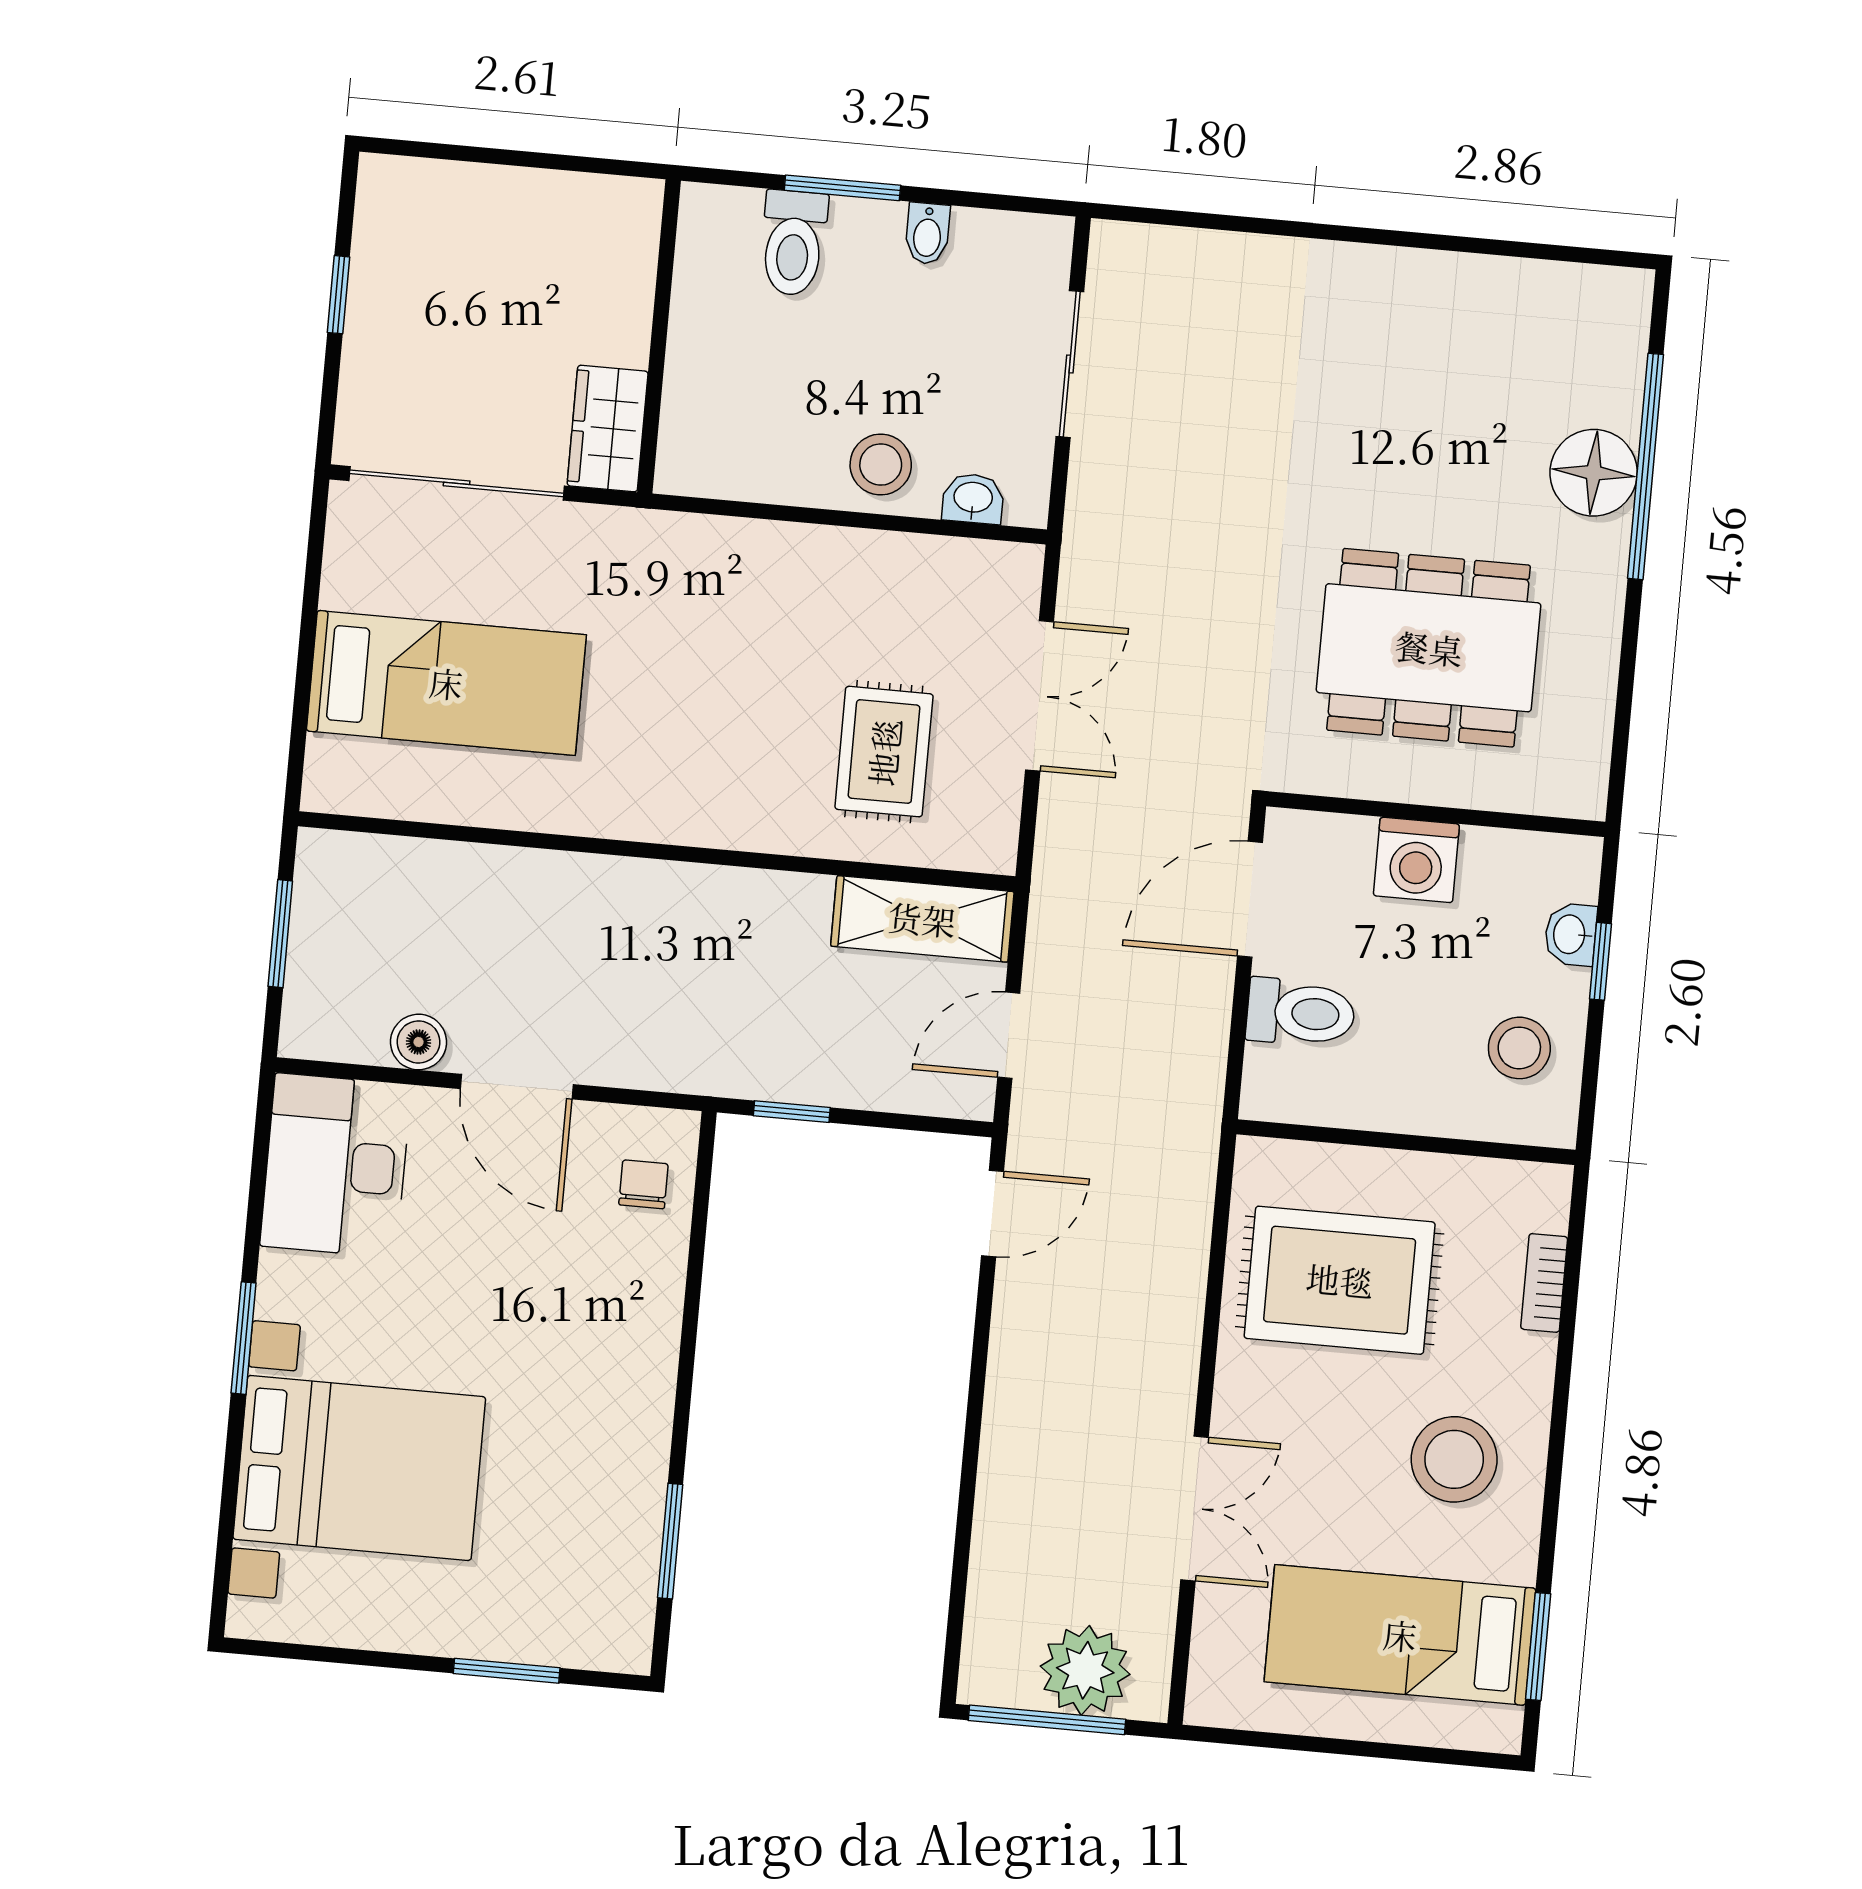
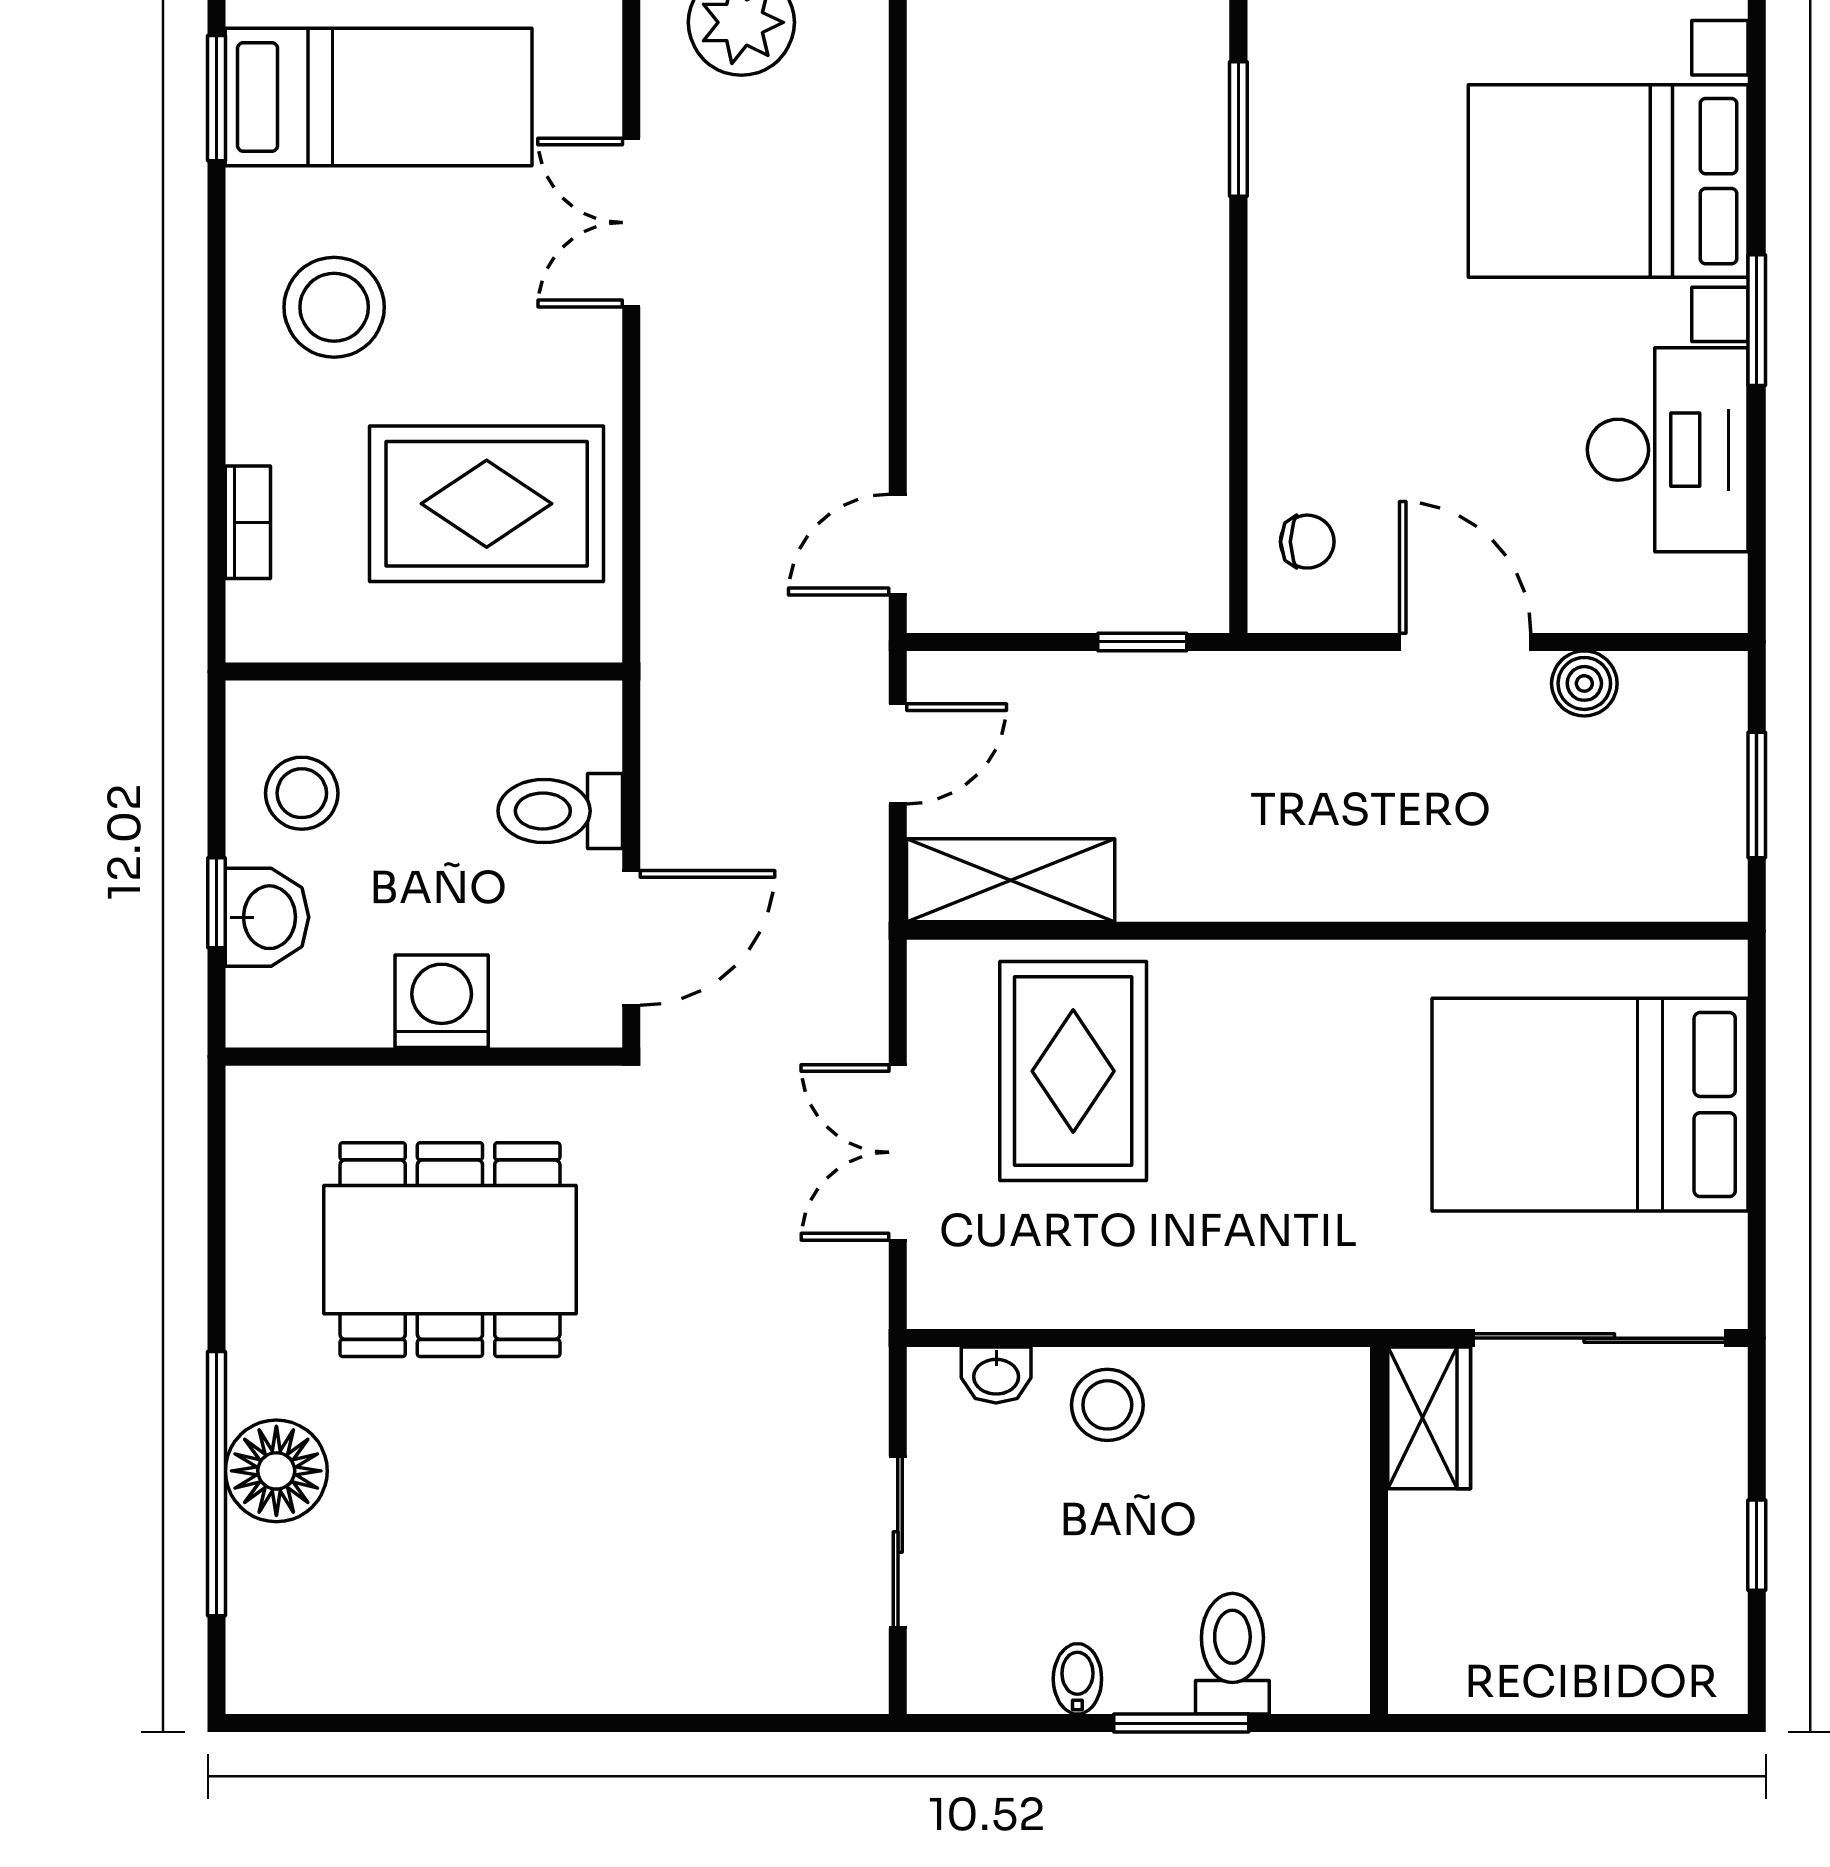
bed: (446, 683) -> (1590, 1105), width x1.50
rug: (884, 752) -> (1073, 1071), width x1.36, depth x1.43
washbasin: (1571, 934) -> (267, 917), width x1.38, depth x1.45
desk: (336, 1165) -> (1668, 450), moved
chair: (644, 1184) -> (1307, 542), turned -90

